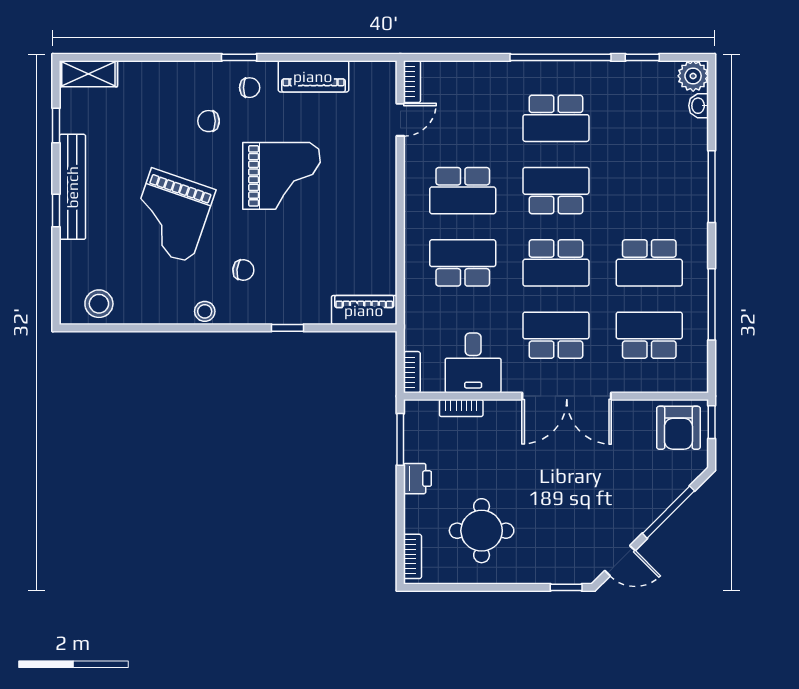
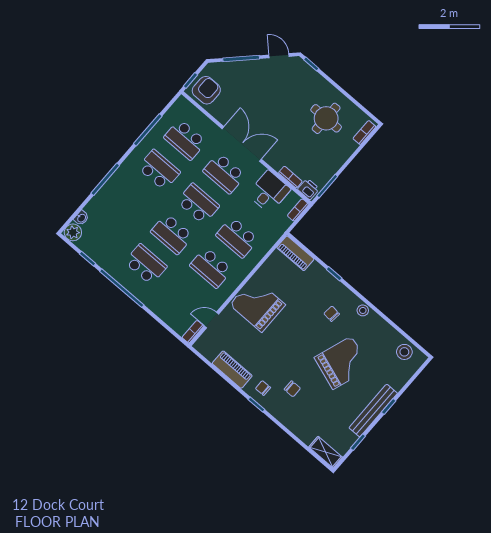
grand piano: (281, 176) -> (257, 305), moved
school desk: (463, 191) -> (211, 268), turned 180
printer: (417, 479) -> (309, 189), moved, turned 90

